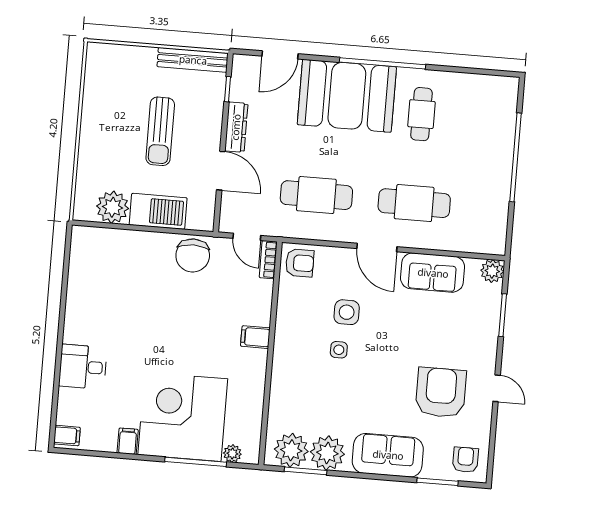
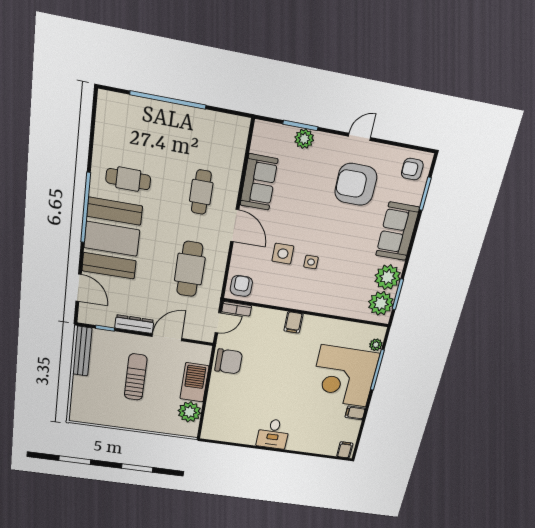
sun lounger: (160, 131) -> (136, 377), turned -90
cafe table: (414, 203) -> (201, 192), width x0.73, depth x0.74
door: (377, 248) -> (235, 226), hinge flipped
plant: (492, 271) -> (304, 139), moved
desk: (83, 367) -> (273, 434), moved

